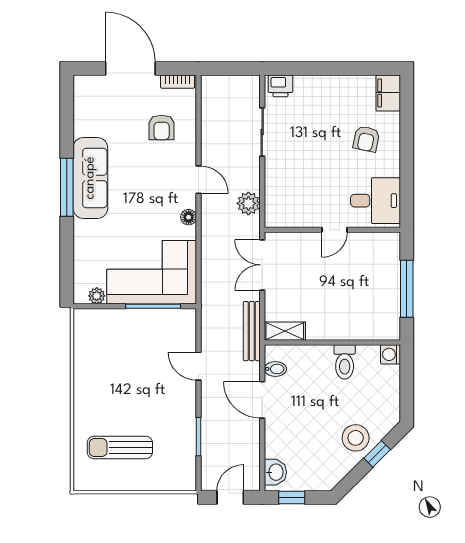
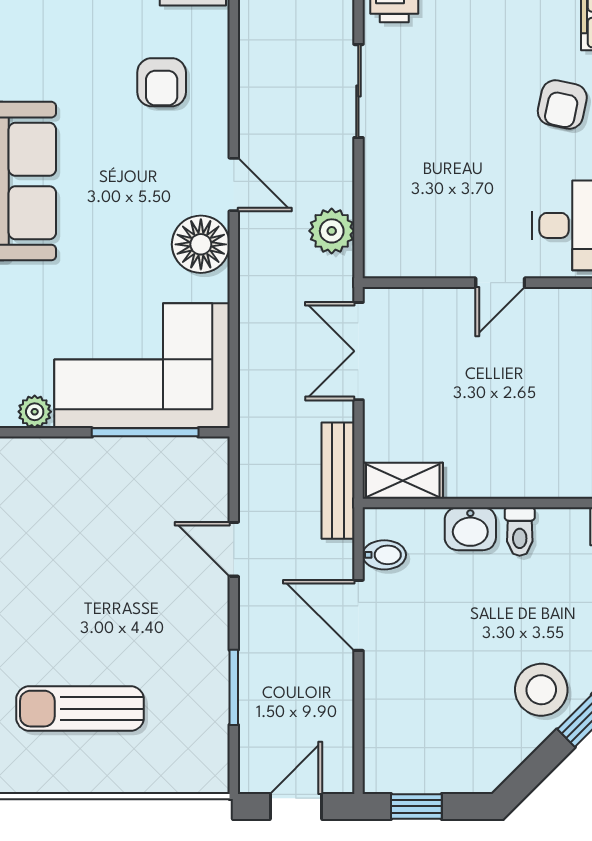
floor lamp: (189, 217) -> (201, 244), width x1.89, depth x1.89
toilet: (345, 362) -> (520, 532), width x0.73, depth x0.72
washbasin: (275, 472) -> (470, 529), moved, turned 90

